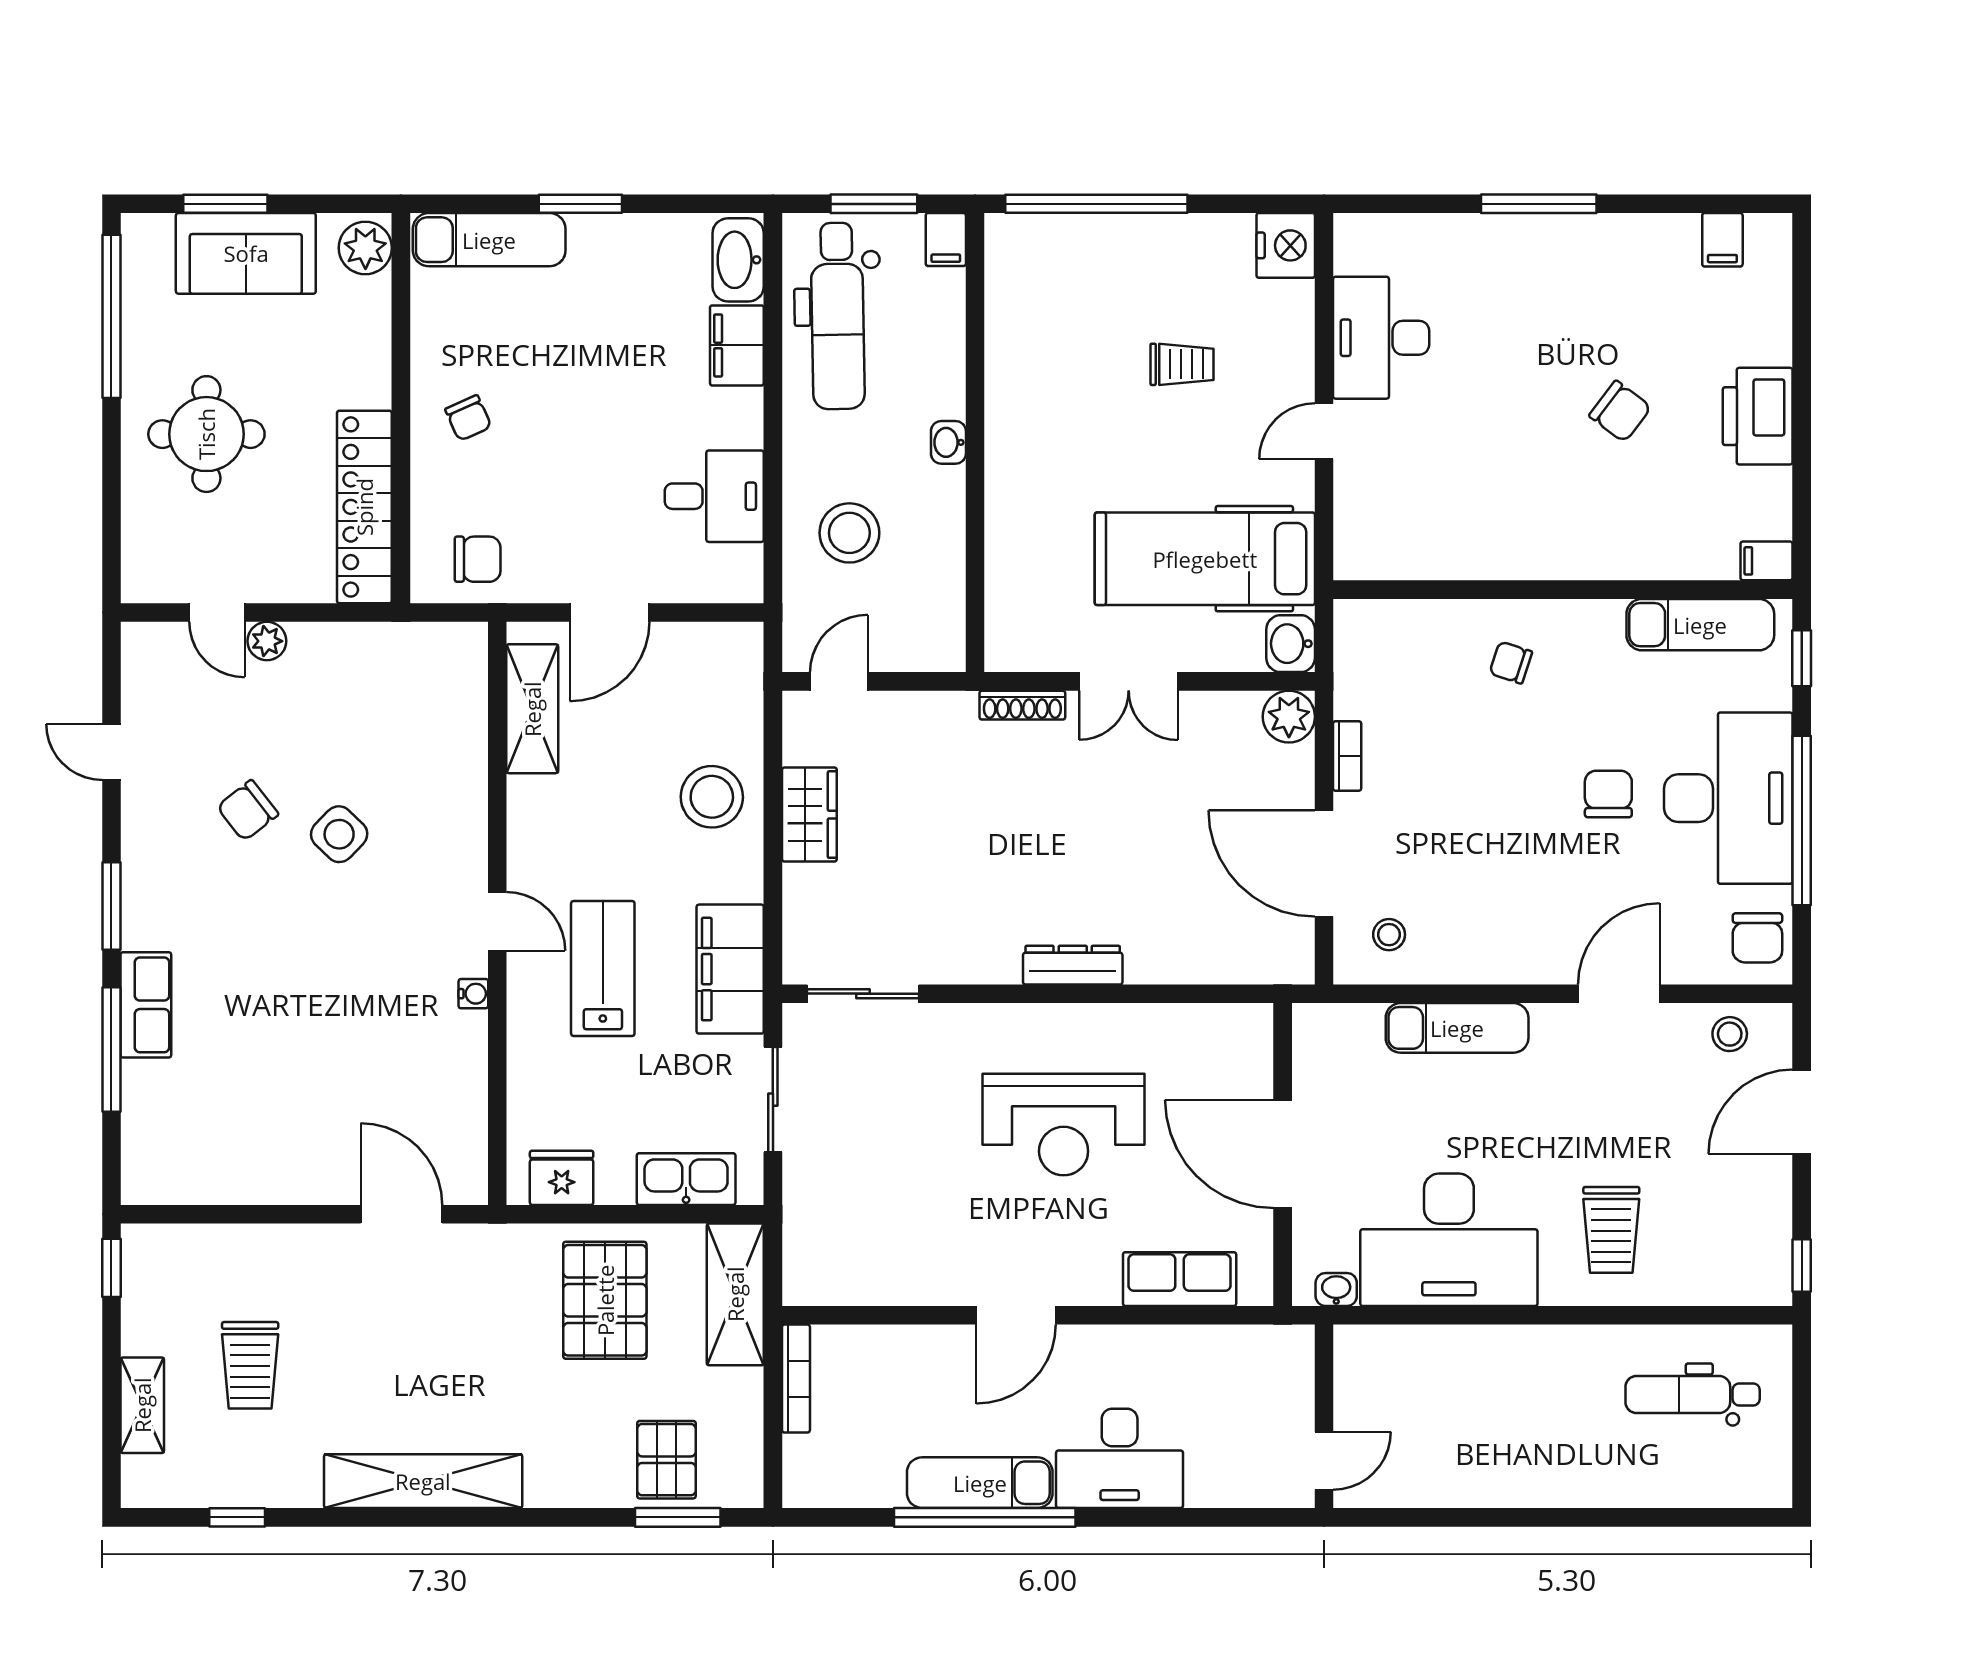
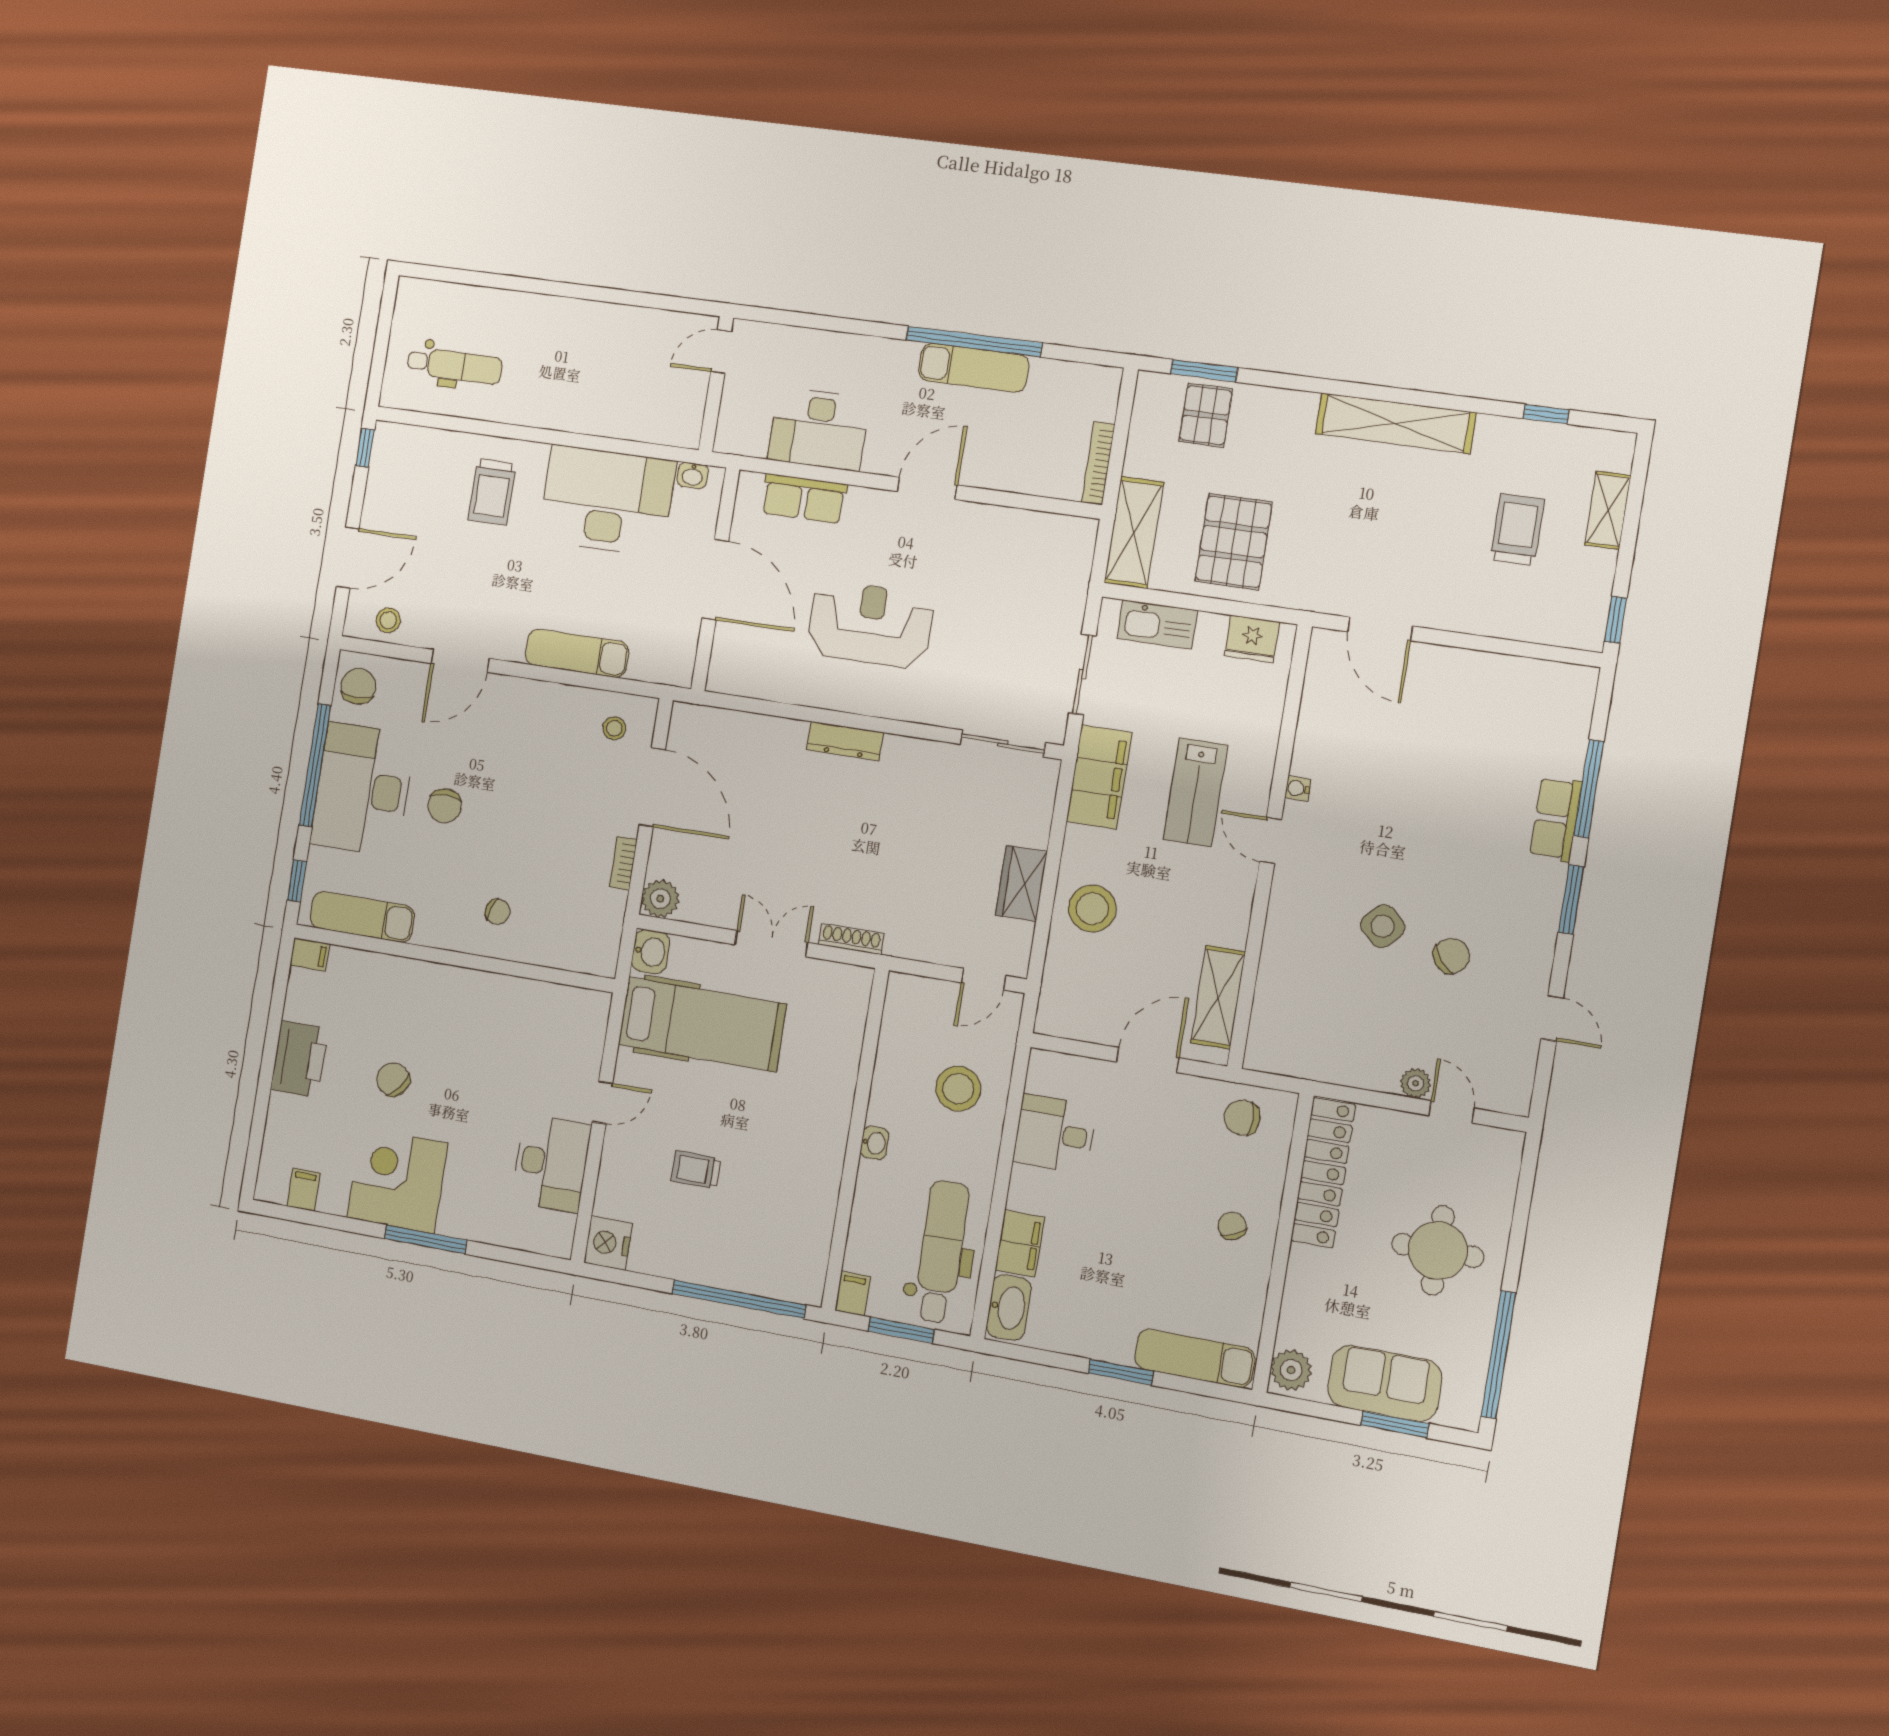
corner desk: (1592, 276) -> (397, 1180), added
trolley: (1611, 1230) -> (492, 492), turned 180
desk: (1120, 1458) -> (819, 429), moved, turned 180

